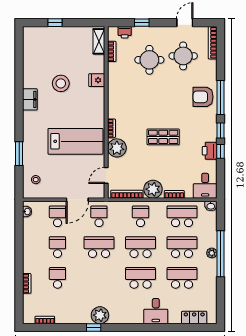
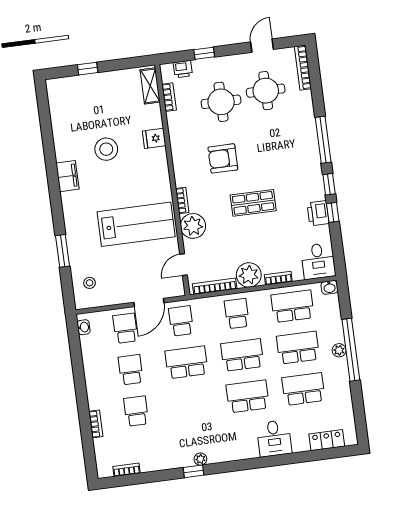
armchair: (203, 97) -> (223, 158), moved
plant: (100, 315) -> (200, 459), width x0.53, depth x0.53

